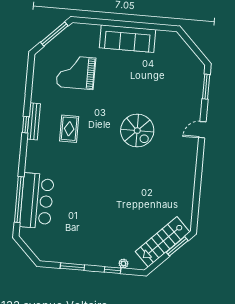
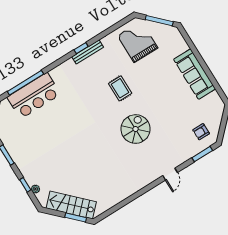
grand piano: (76, 72) -> (138, 42), moved
armchair: (185, 72) -> (201, 132), added
rug: (69, 129) -> (120, 88), moved, turned 90
door: (202, 130) -> (170, 174), swing flipped
spiral stairs: (137, 131) -> (136, 129), turned 180

